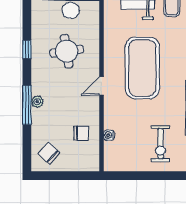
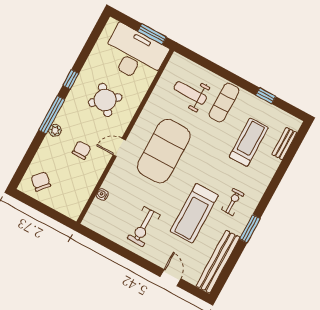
round table: (67, 51) -> (105, 100), turned -31
window: (27, 105) -> (52, 115), moved
chair: (81, 133) -> (82, 150), moved, turned -90

